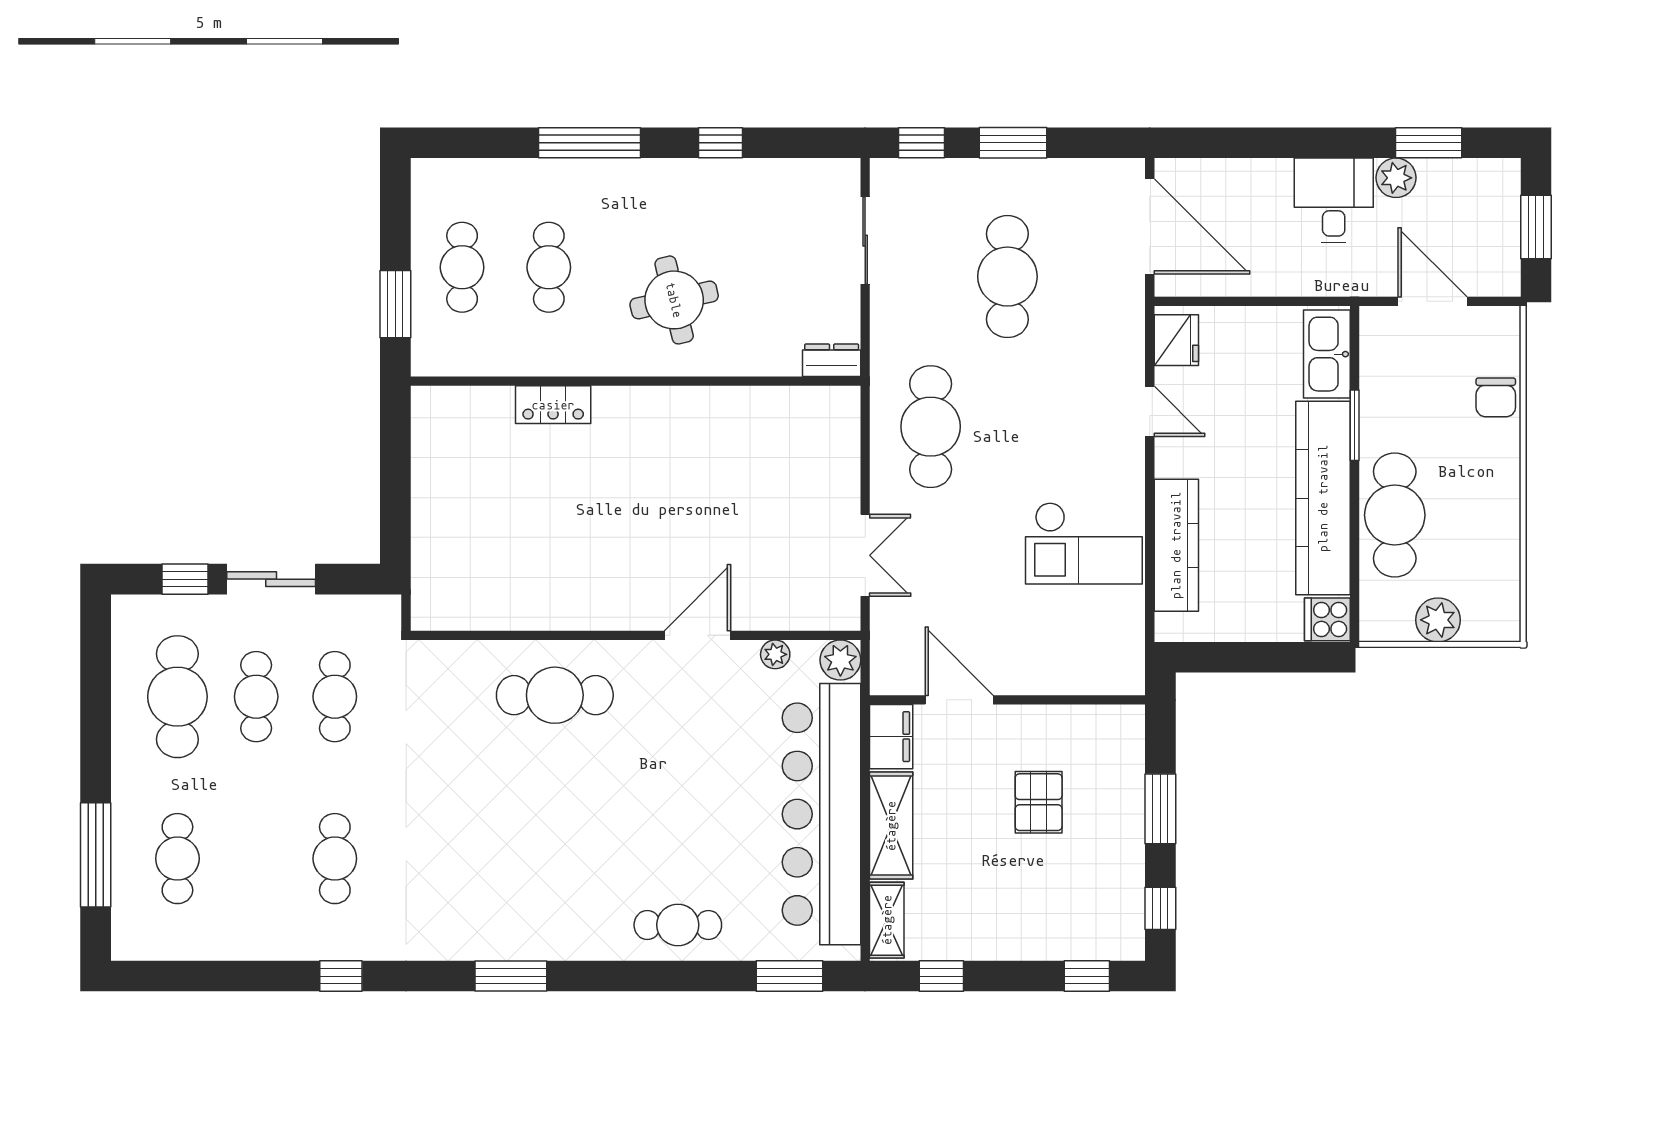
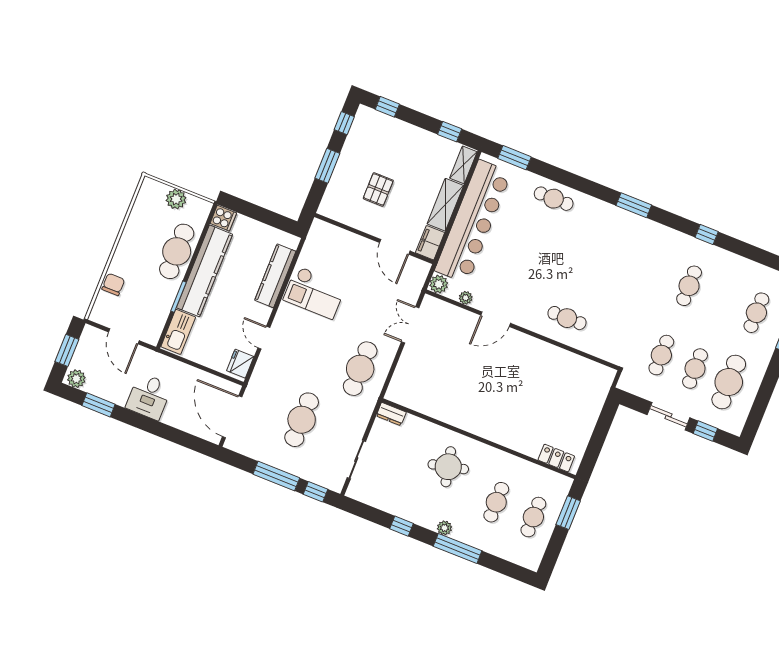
window: (1013, 143) -> (276, 476), width x1.44
plant: (632, 174) -> (445, 528), added
plant: (1396, 178) -> (76, 379), moved
locker: (553, 405) -> (556, 458), moved
checkout: (1084, 543) -> (315, 292), turned 180
cafe table: (555, 695) -> (567, 318), width x0.73, depth x0.74

